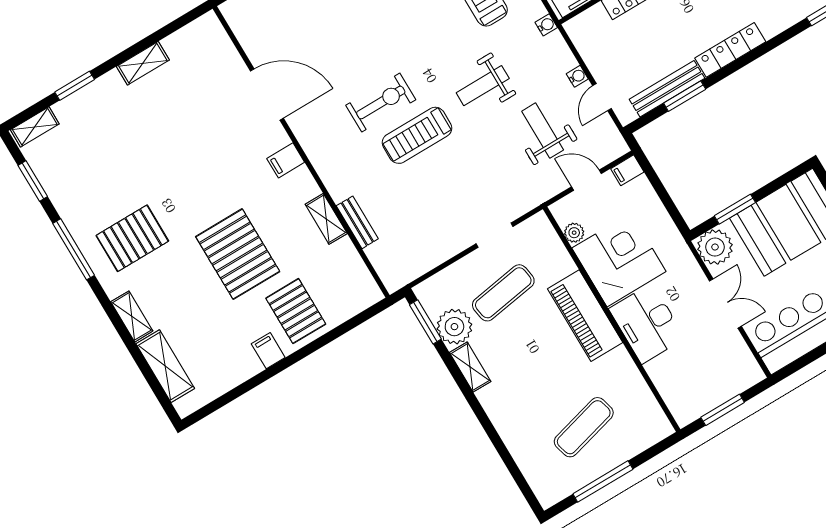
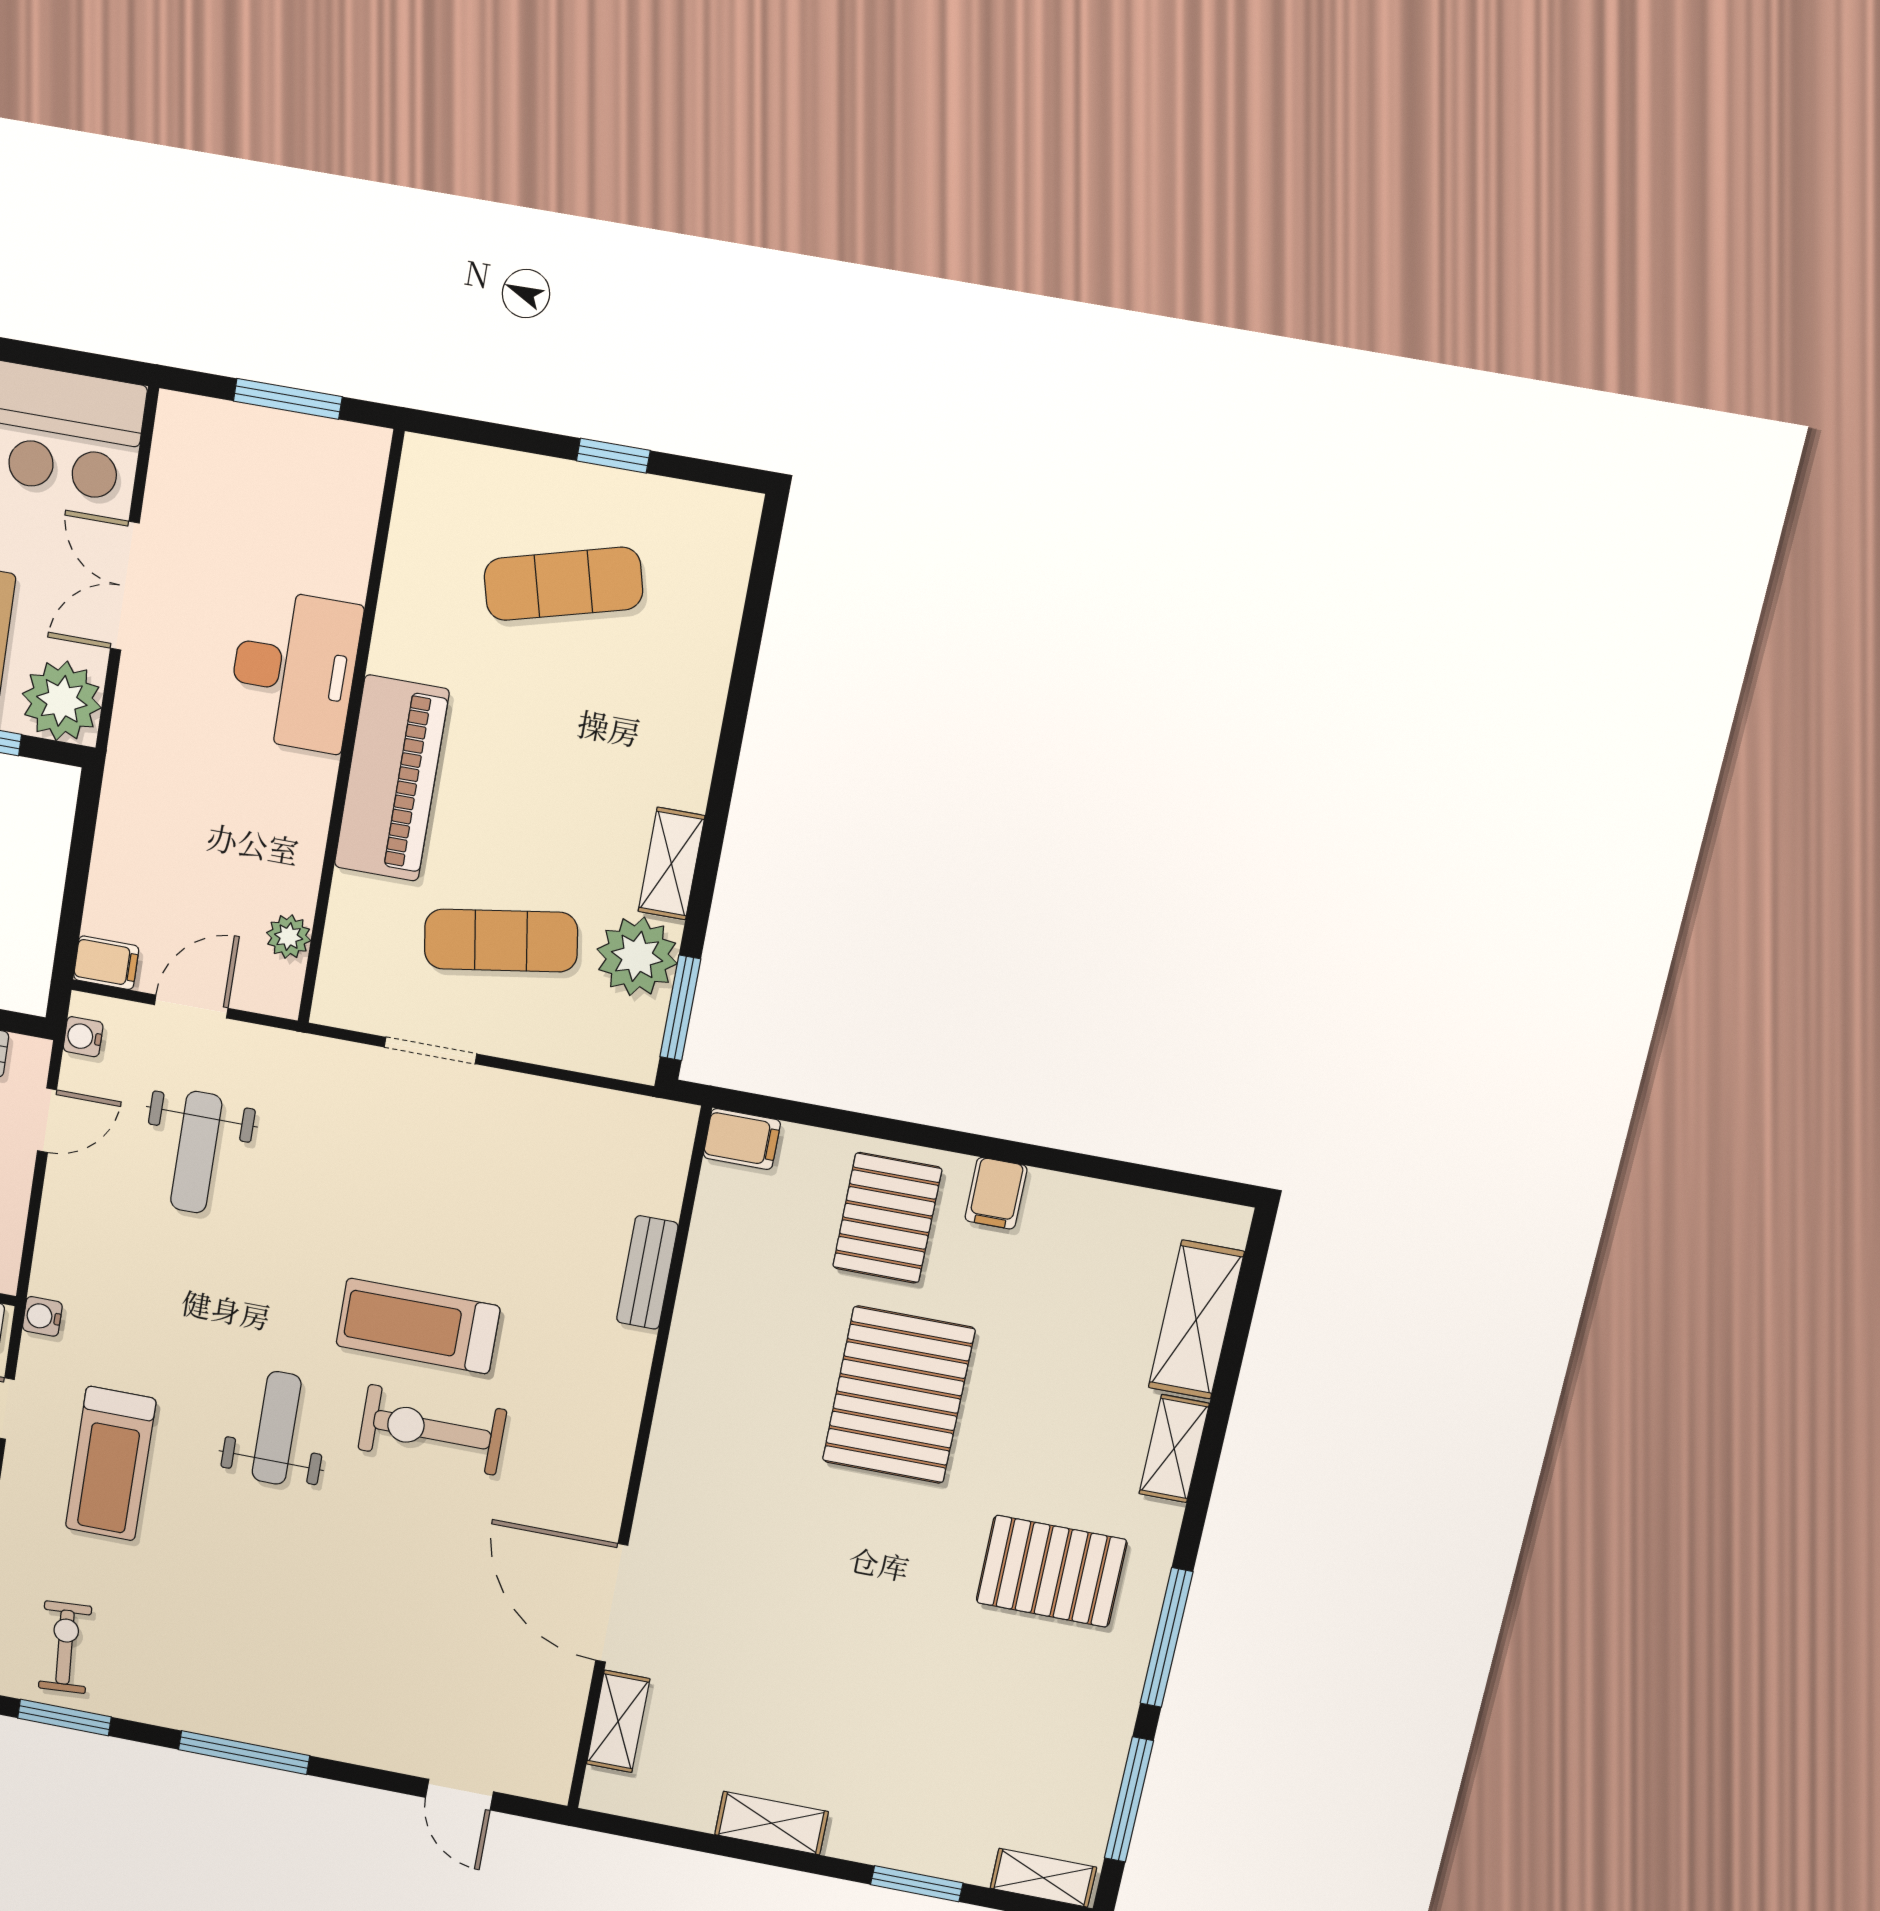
water cooler: (577, 76) -> (83, 1037), moved
weight bench: (483, 86) -> (277, 1428), moved, turned -90
treadmill: (417, 135) -> (418, 1326), turned 180
filing cabinet: (286, 160) -> (742, 1139), moved
door: (587, 180) -> (191, 1006), swing flipped
window: (33, 181) -> (1129, 1799), width x1.44
shelving: (326, 219) -> (618, 1721), moved
corner desk: (619, 260) -> (250, 824), removed
window: (603, 481) -> (613, 456), width x0.46

